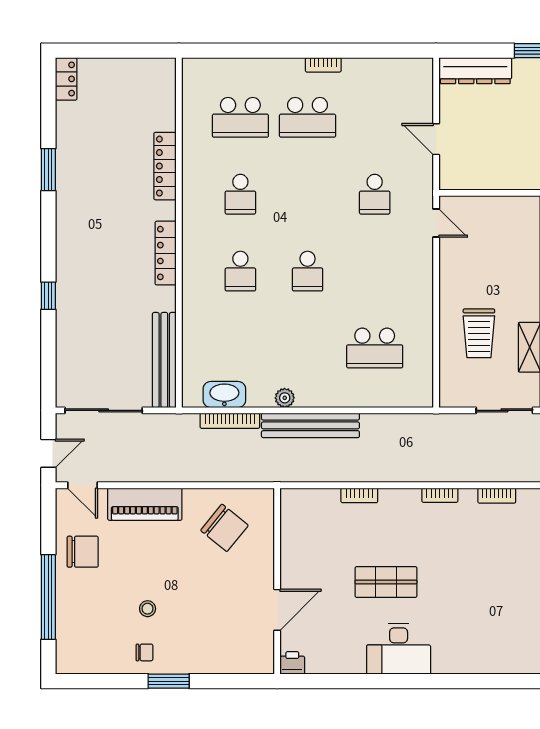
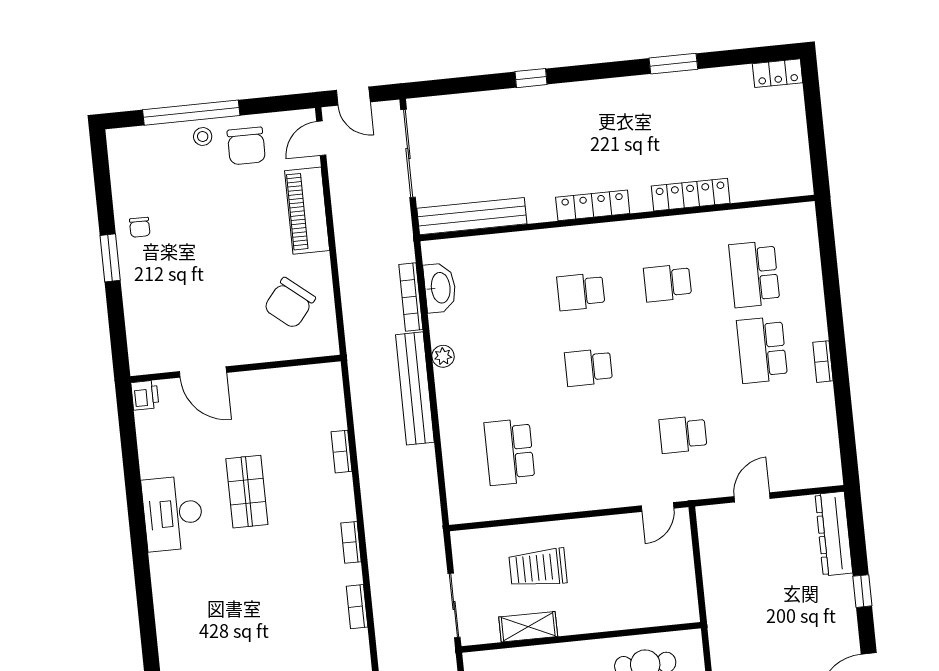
stool: (148, 609) -> (203, 136), moved

